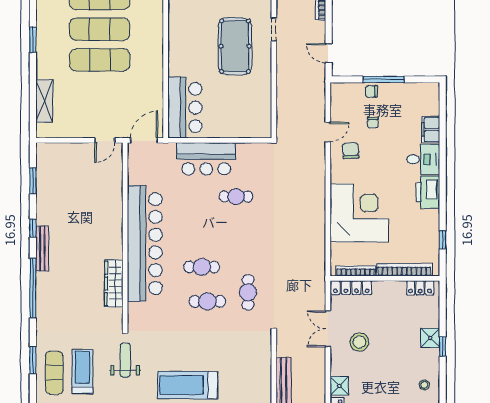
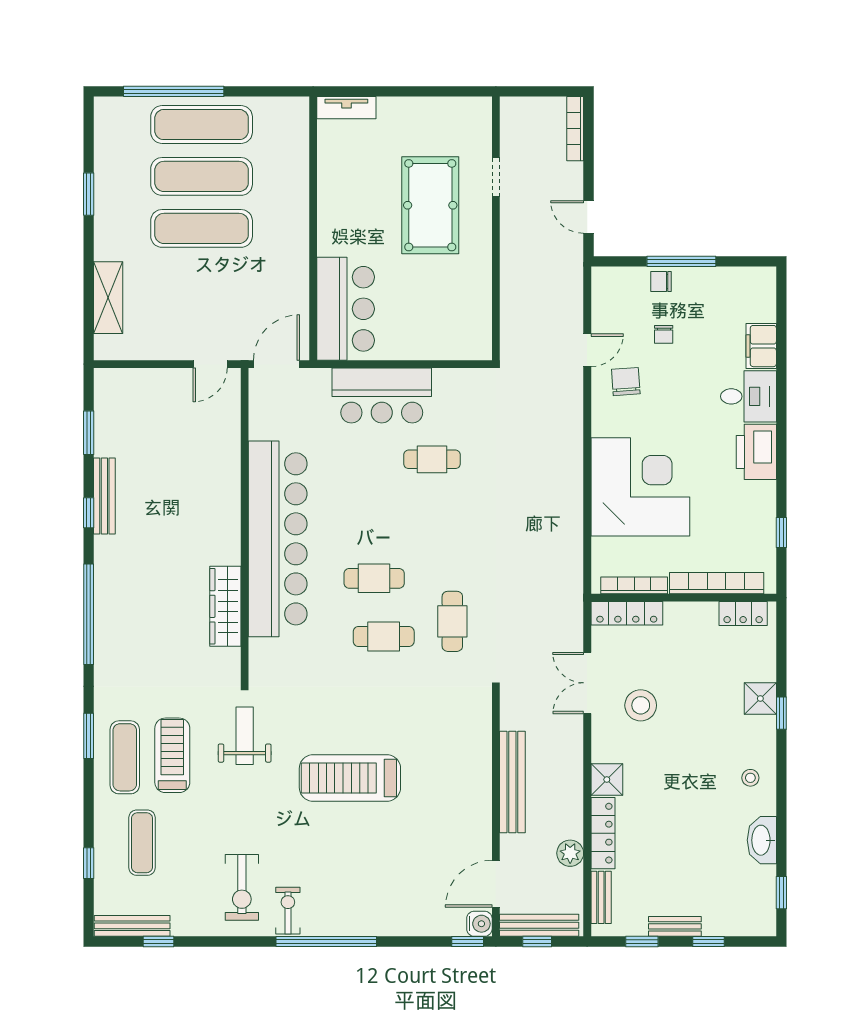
bench: (42, 248) -> (104, 496), moved

